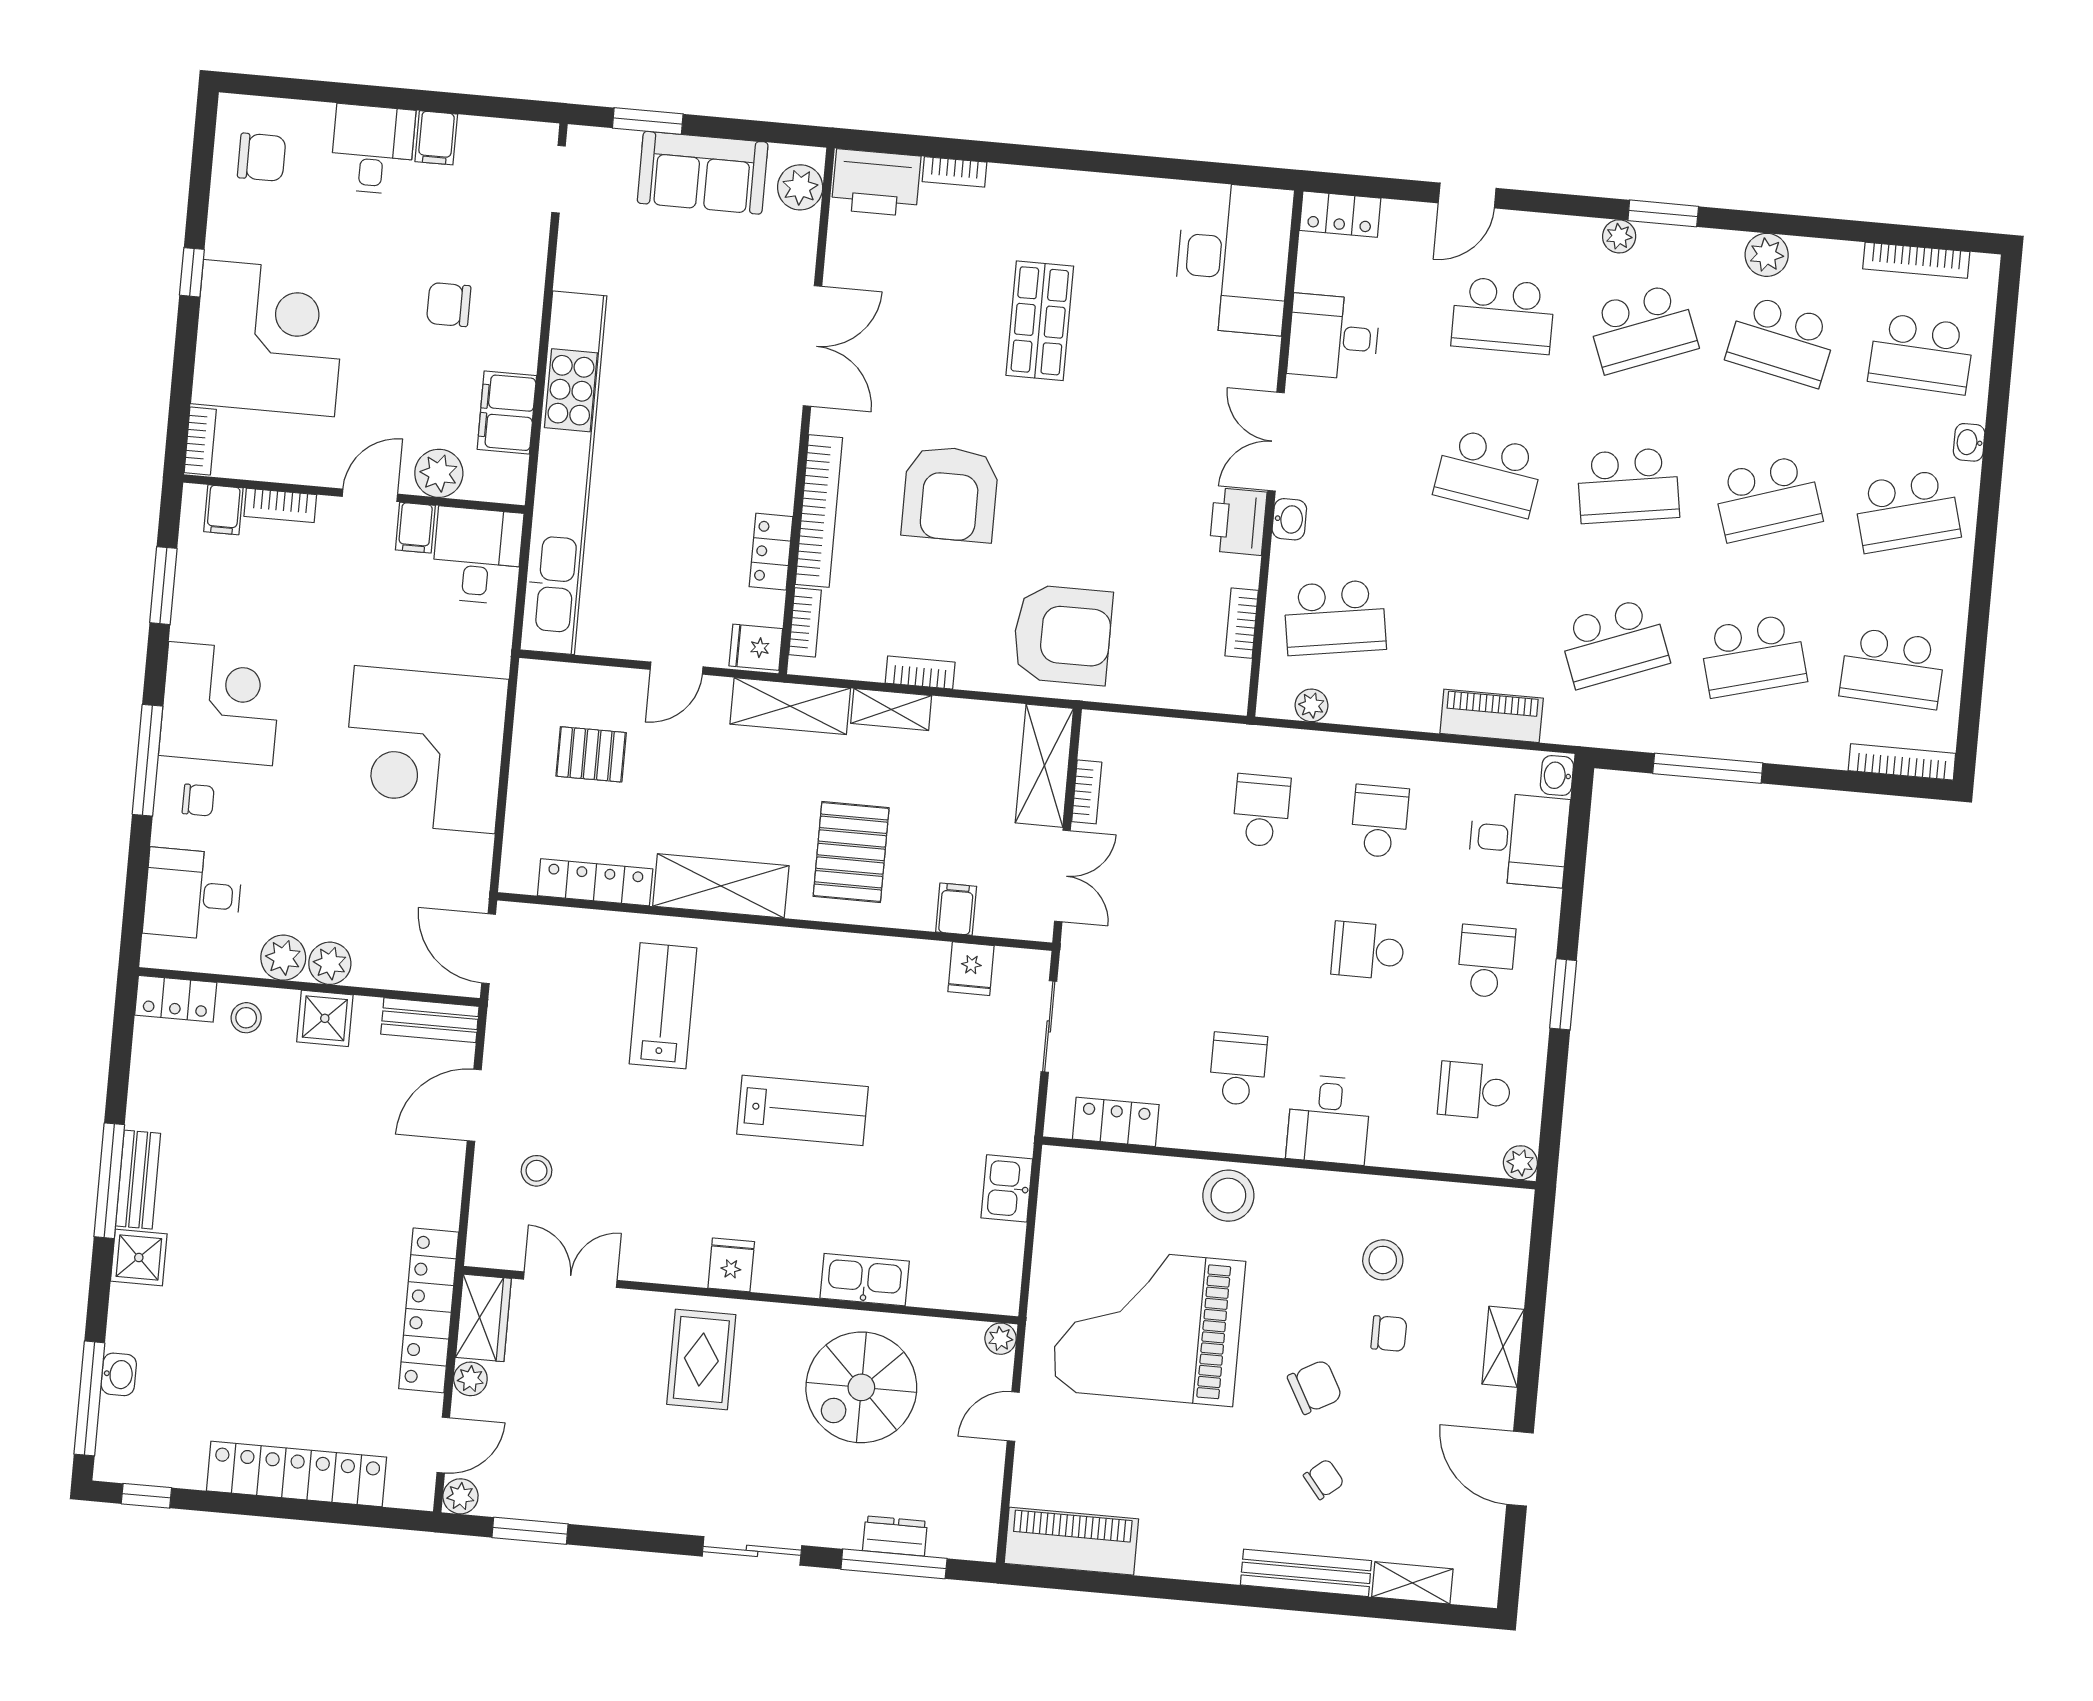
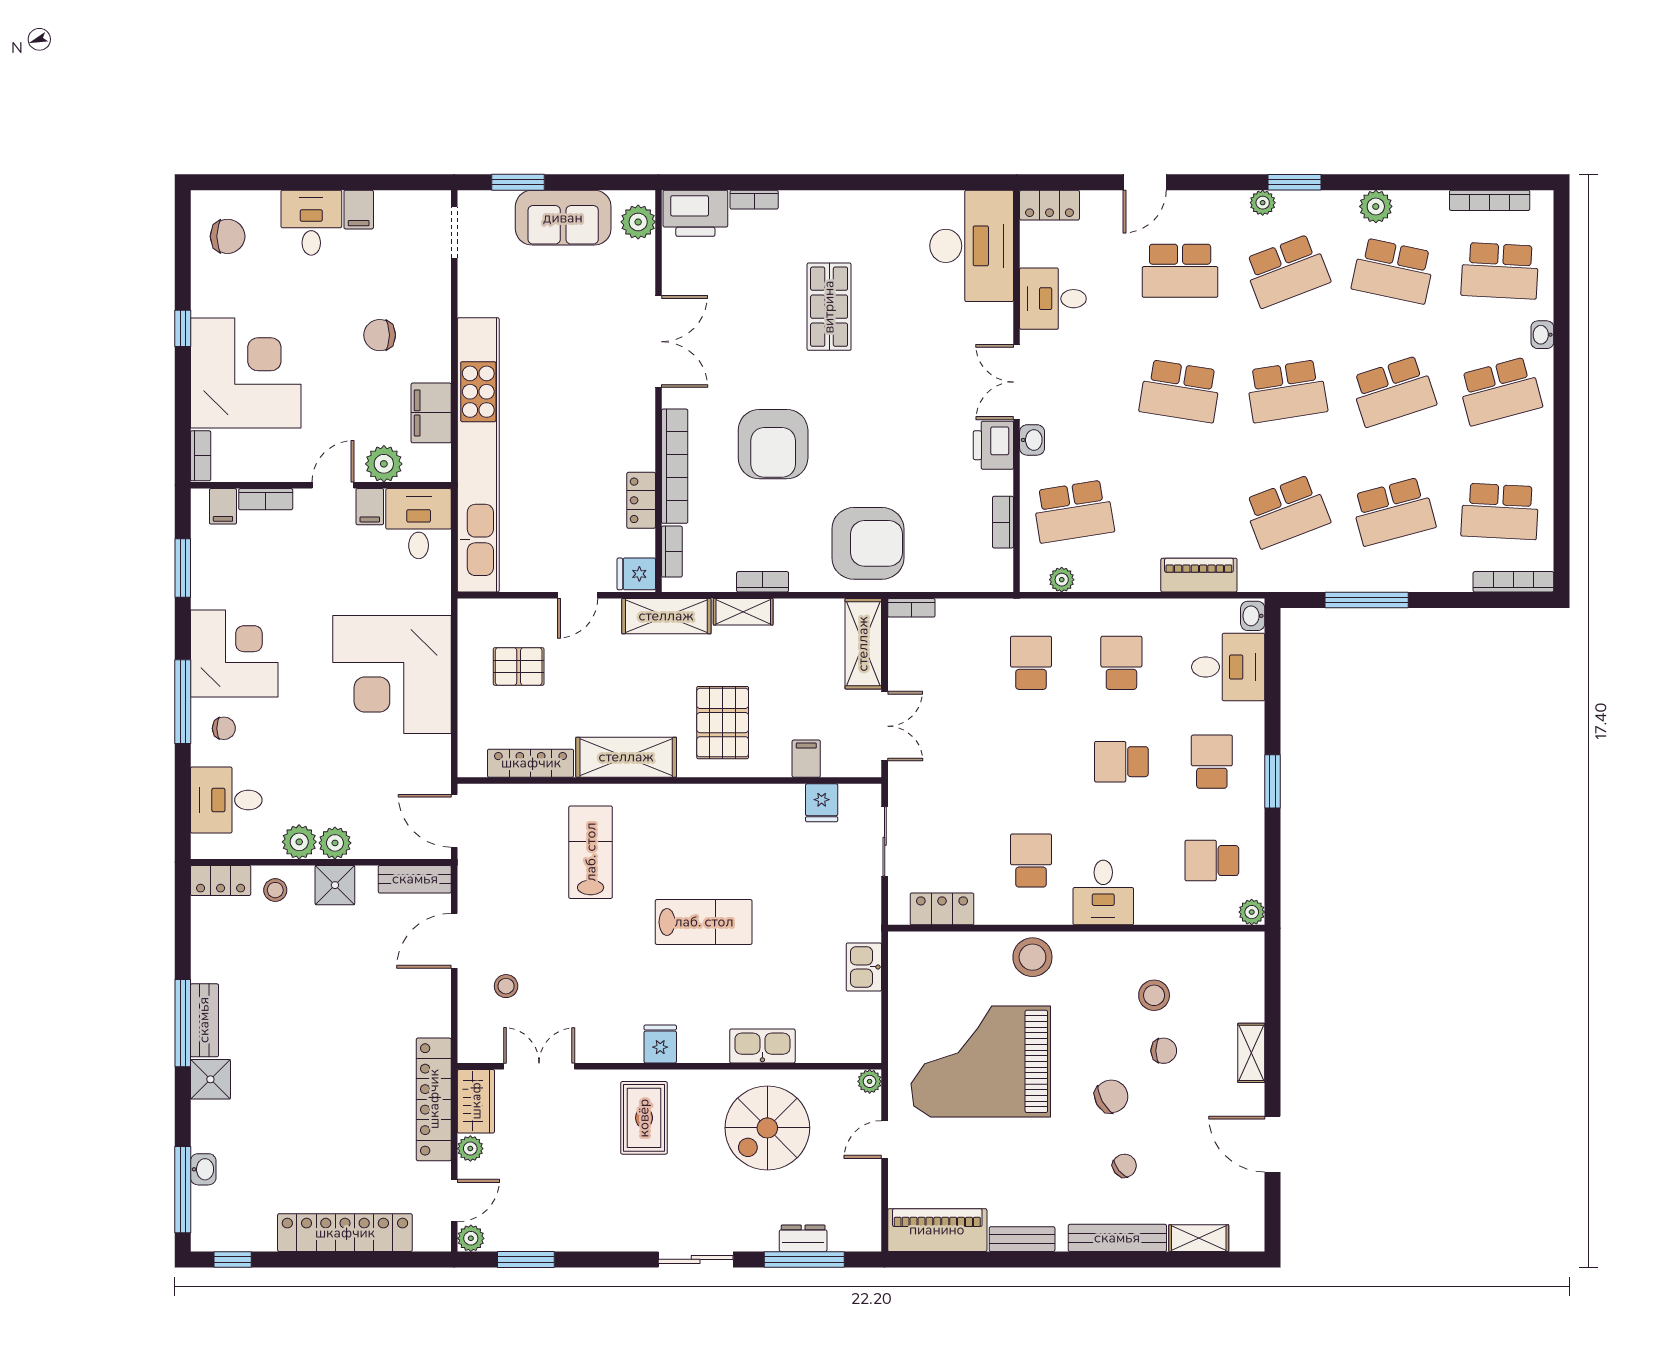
bookcase: (1087, 792) -> (911, 608), moved, turned 90
bench: (1181, 1563) -> (1022, 1239), added

